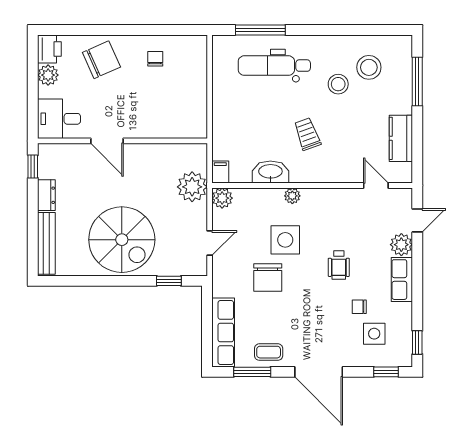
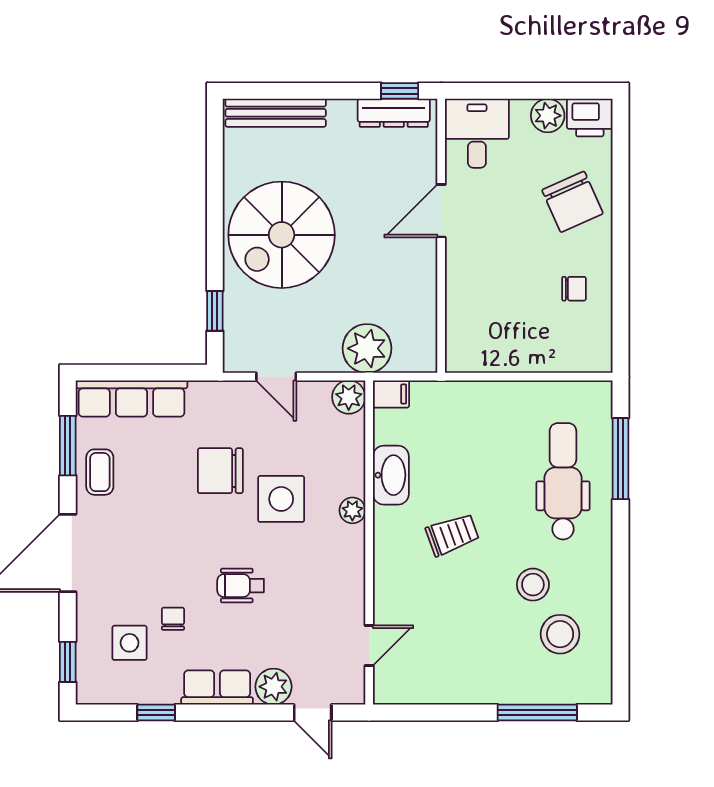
kitchen counter: (401, 138) -> (445, 686), removed
dresser: (46, 195) -> (394, 113), moved, width x1.44
window: (417, 342) -> (156, 713), moved

